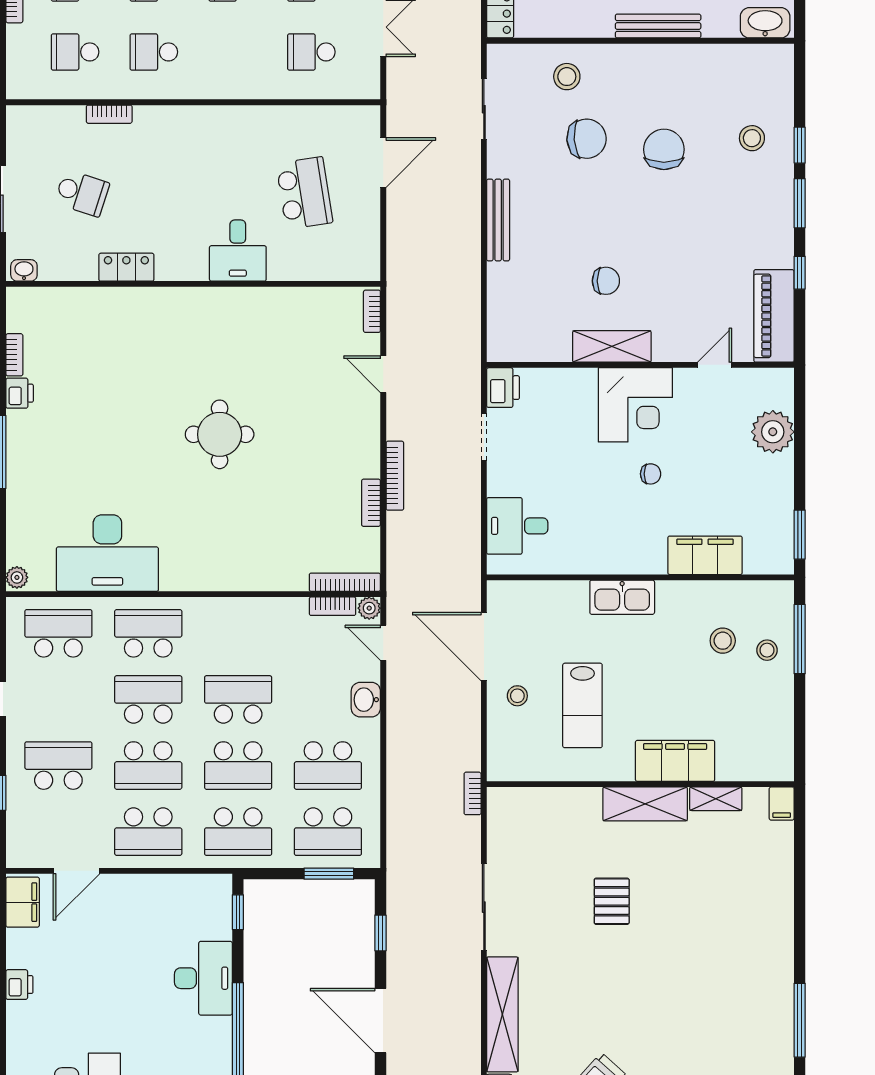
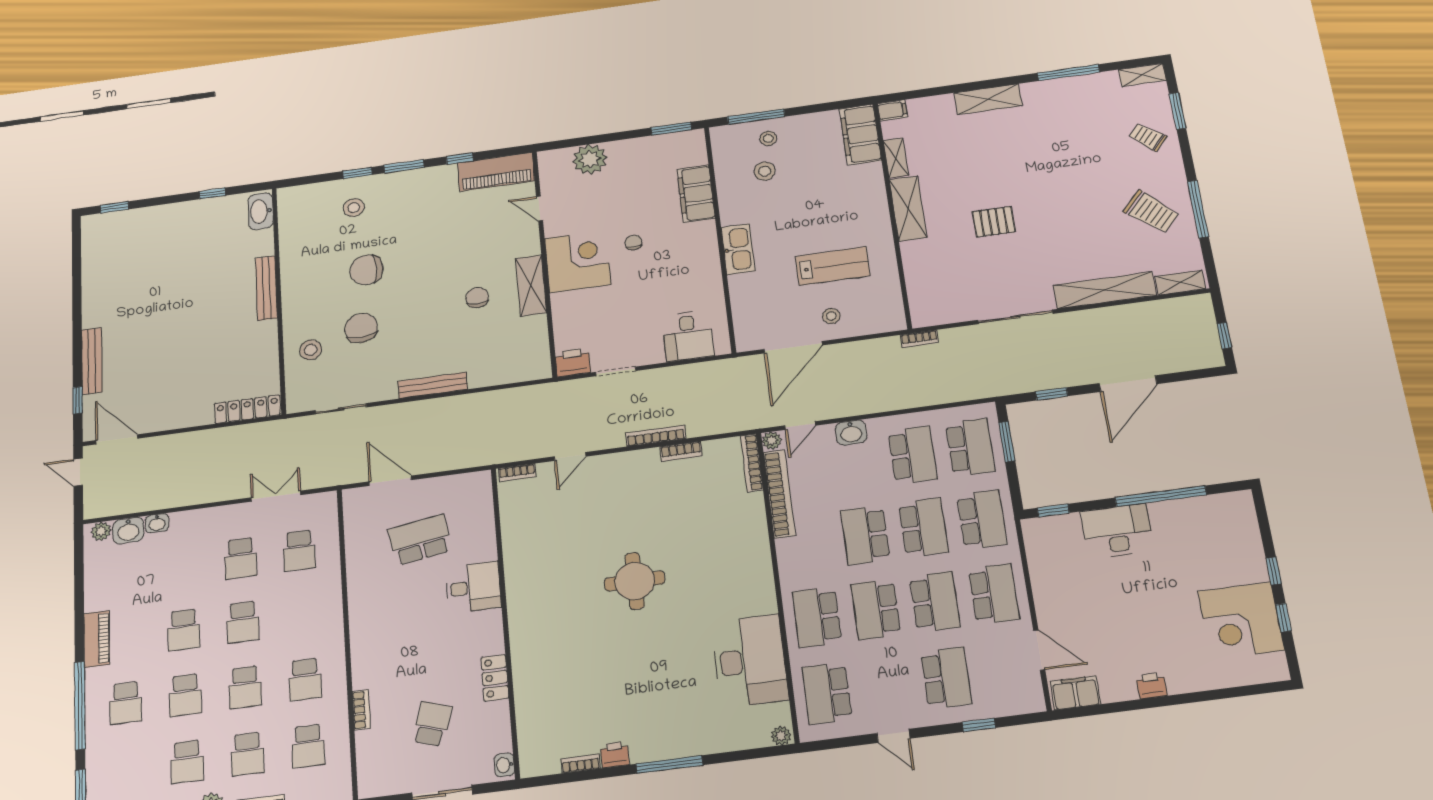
bookcase: (333, 606) -> (779, 494), width x2.31, depth x1.31
filing cabinet: (675, 761) -> (860, 135), moved
school desk: (58, 766) -> (946, 678), turned 180
shelving: (778, 919) -> (988, 99), added

